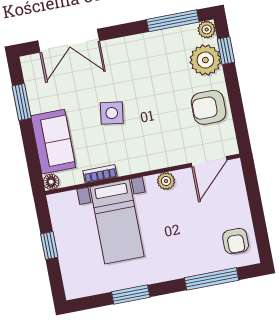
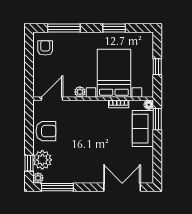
window: (22, 102) -> (157, 119), moved
side table: (112, 113) -> (105, 139), removed
bed with nightstands: (117, 222) -> (114, 73), width x1.36

